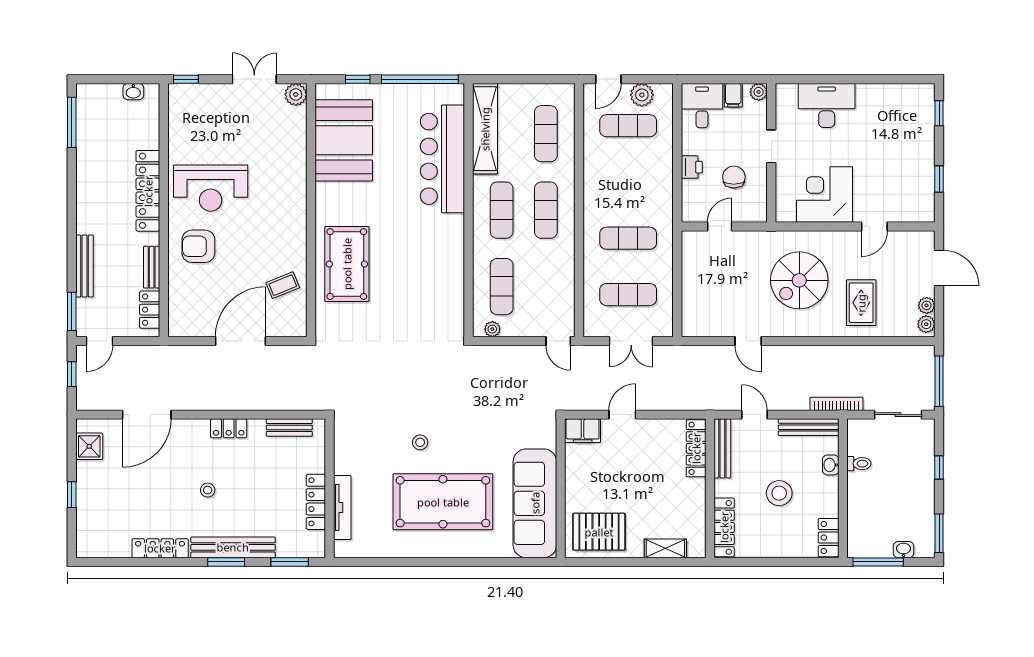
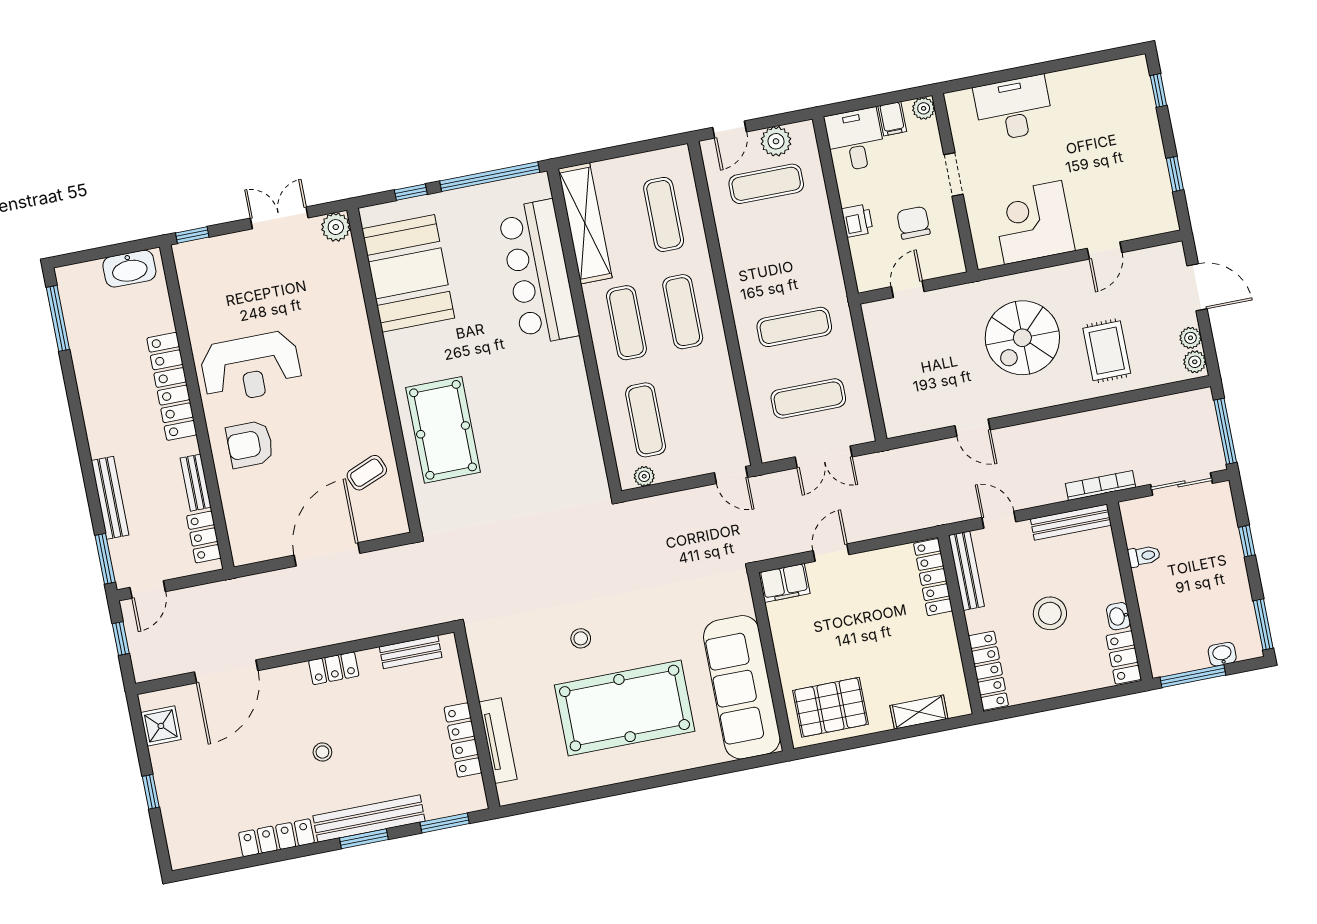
washbasin: (133, 92) -> (129, 269), width x1.91, depth x1.45
washbasin: (831, 465) -> (1118, 616), moved

